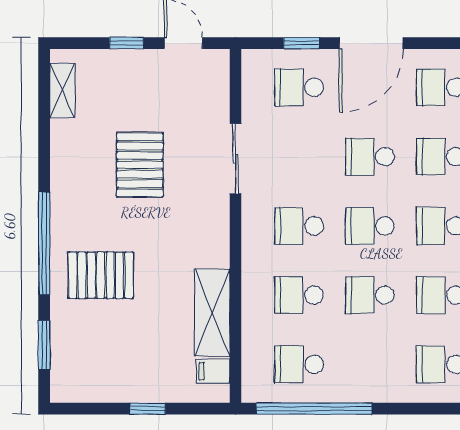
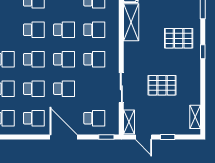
window: (301, 43) -> (106, 137), moved
door: (371, 43) -> (64, 137), hinge flipped
shelving: (217, 79) -> (129, 122), added
pallet: (140, 165) -> (162, 85), turned 90
window: (44, 243) -> (203, 52), width x0.32

